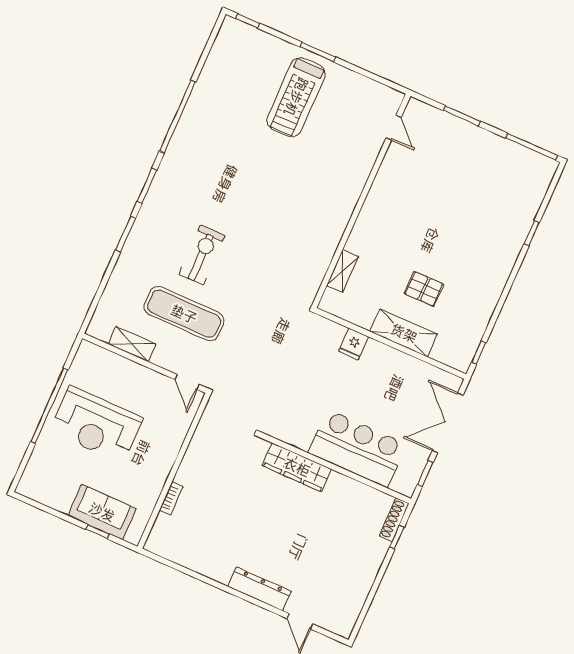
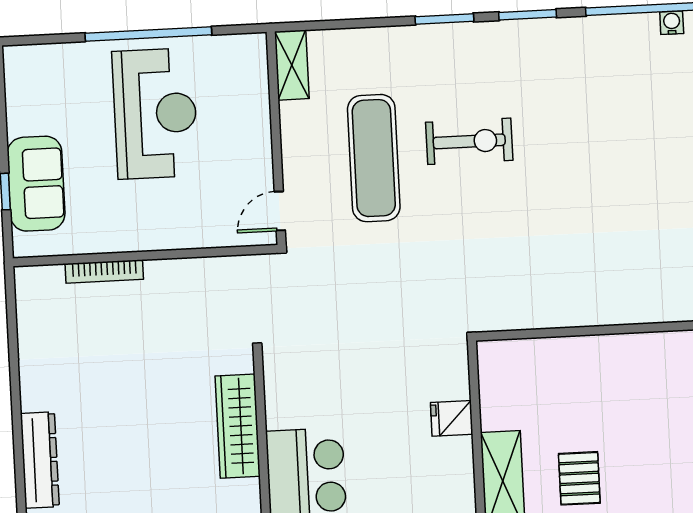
water cooler: (193, 106) -> (672, 23), added
shelving: (343, 271) -> (547, 351), removed
shelving: (132, 344) -> (292, 65), moved
reception desk: (96, 425) -> (155, 114), turned 180
bookcase: (171, 498) -> (104, 271), width x1.56

